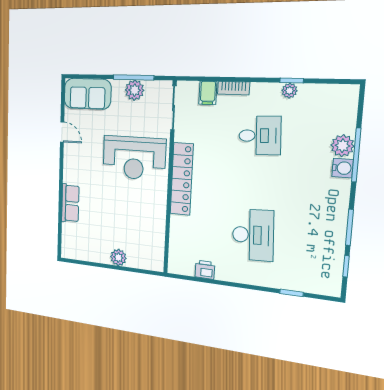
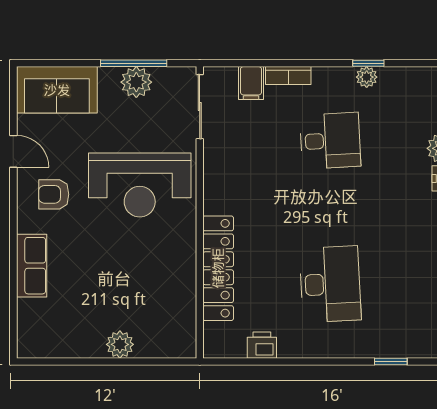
armchair: (84, 160) -> (54, 194), added
locker: (182, 179) -> (218, 268), moved

